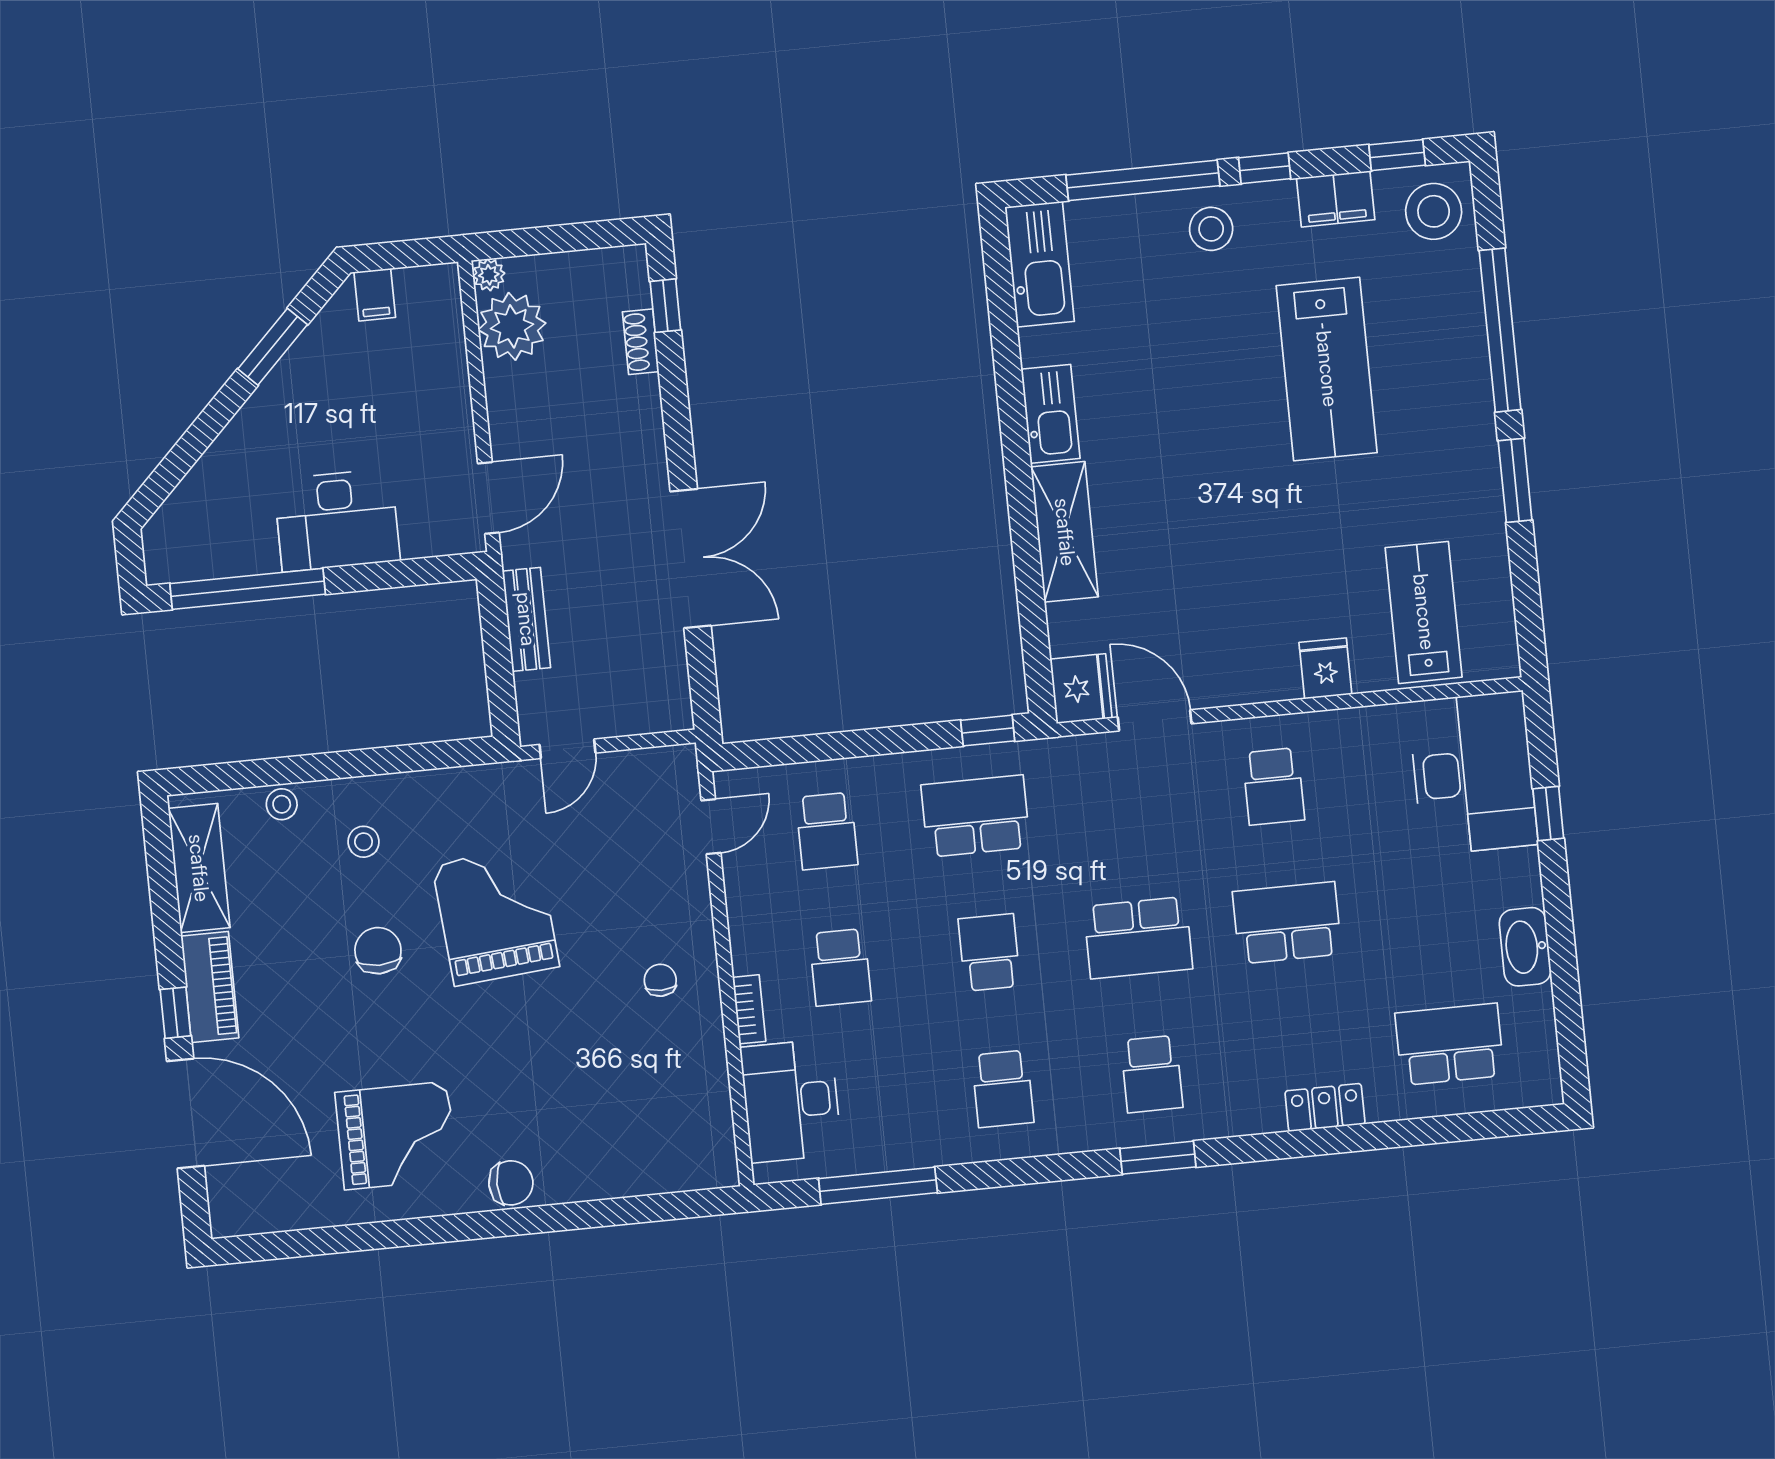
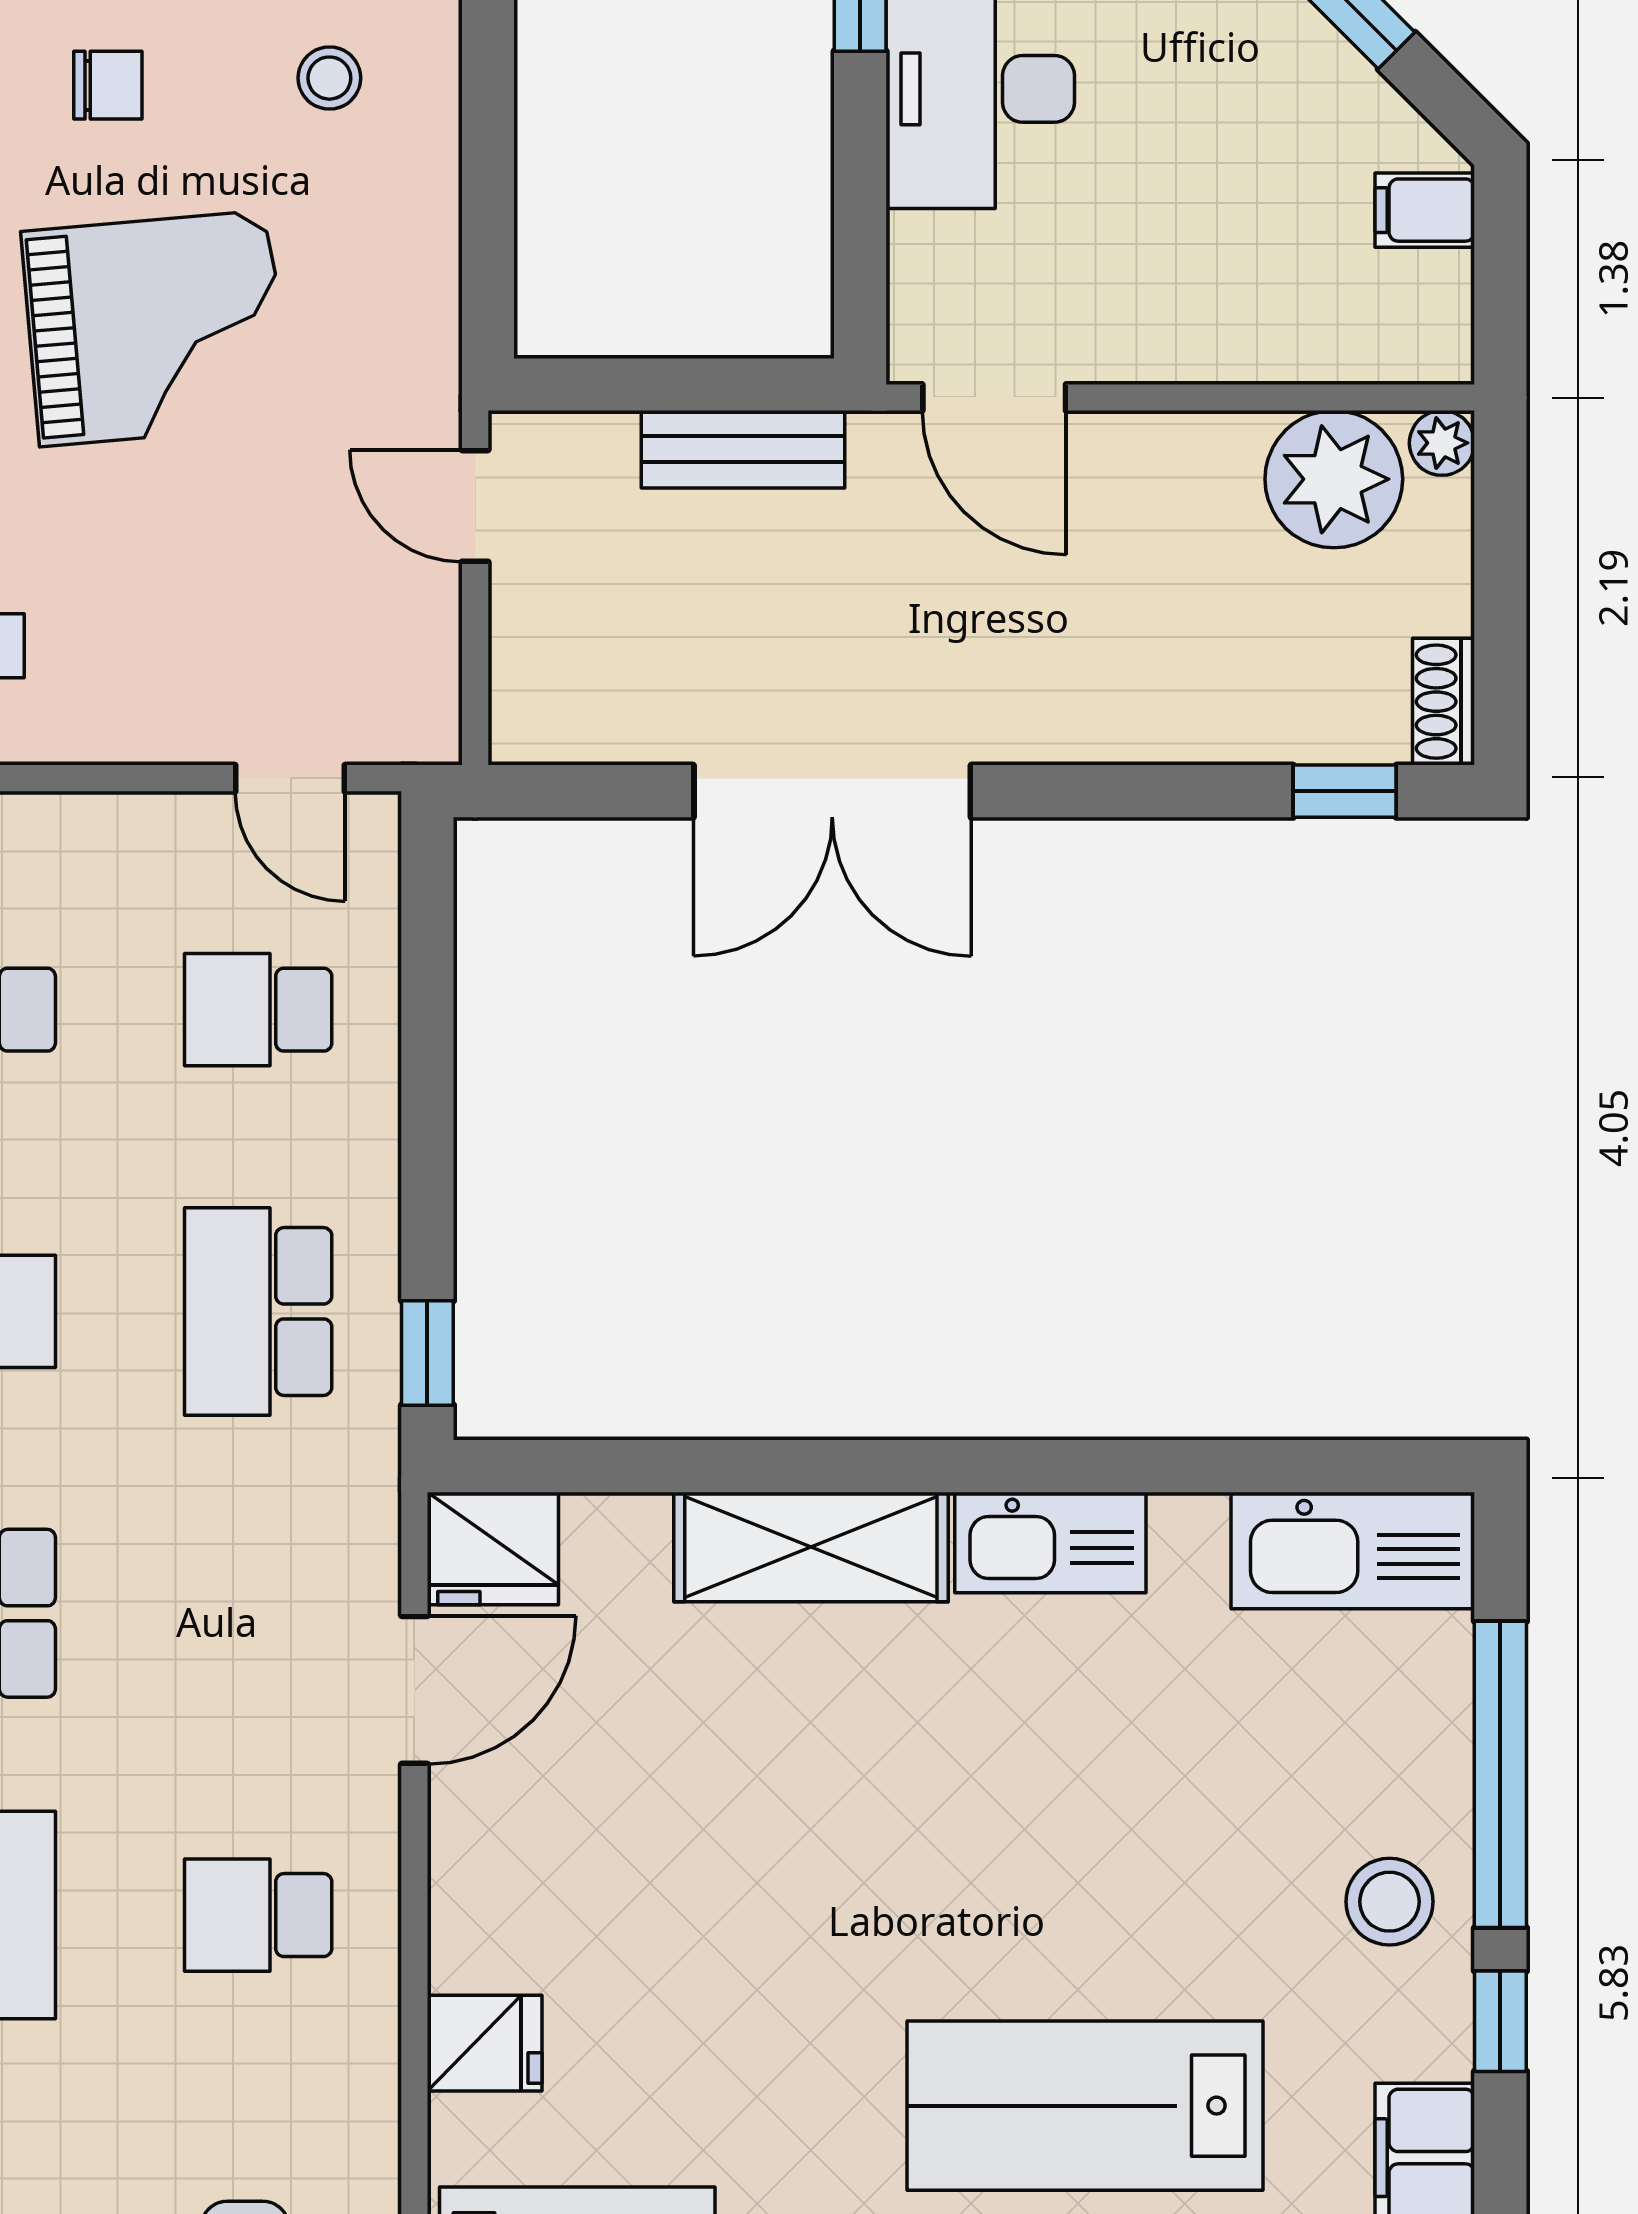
shoe rack: (641, 342) -> (1444, 702), moved, turned -90
school desk: (976, 816) -> (258, 1311), turned 180
chair: (378, 951) -> (108, 85), width x0.73, depth x0.73

